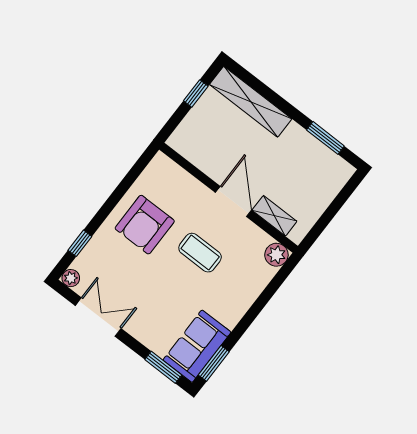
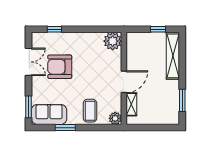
armchair: (145, 225) -> (60, 67), moved
coffee table: (200, 253) -> (90, 111), moved
plant: (71, 278) -> (113, 41), moved, width x1.87, depth x1.87
window: (214, 363) -> (65, 128), moved

